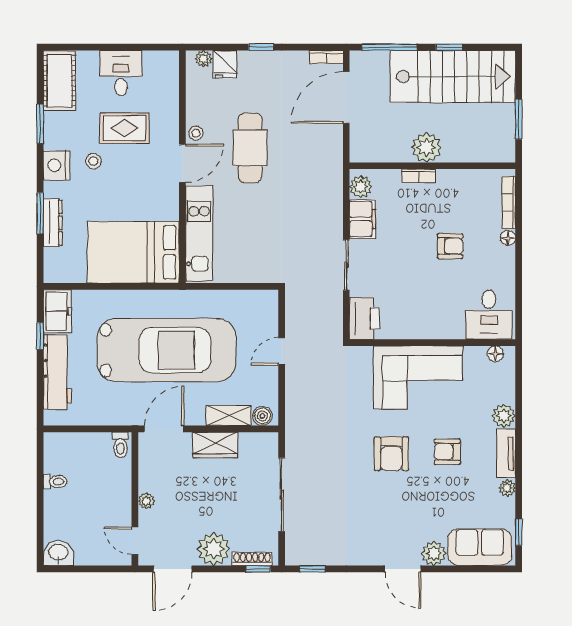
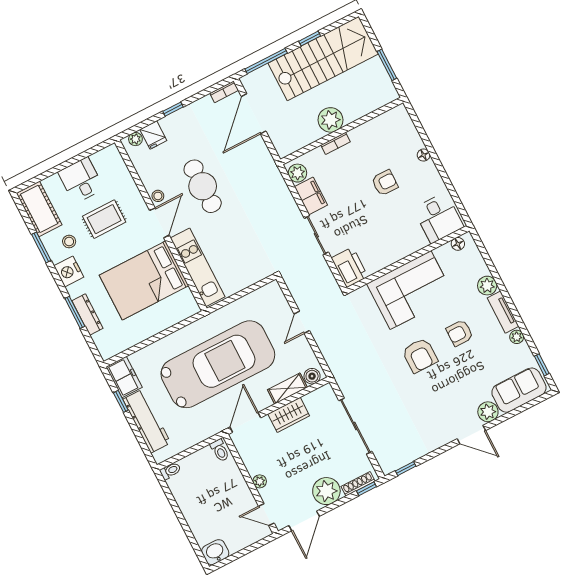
stool: (93, 161) -> (69, 242), moved
bookcase: (509, 203) -> (411, 129), removed
bed: (133, 252) -> (144, 280), moved
toilet: (55, 482) -> (170, 471), moved

